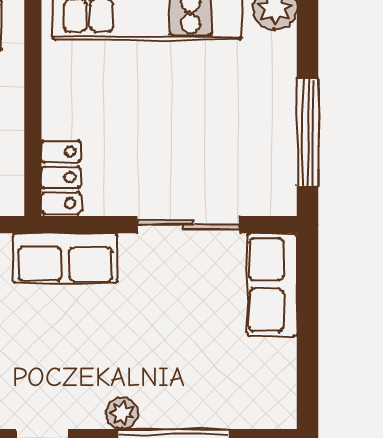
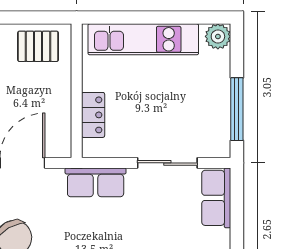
locker: (61, 177) -> (93, 115), moved

